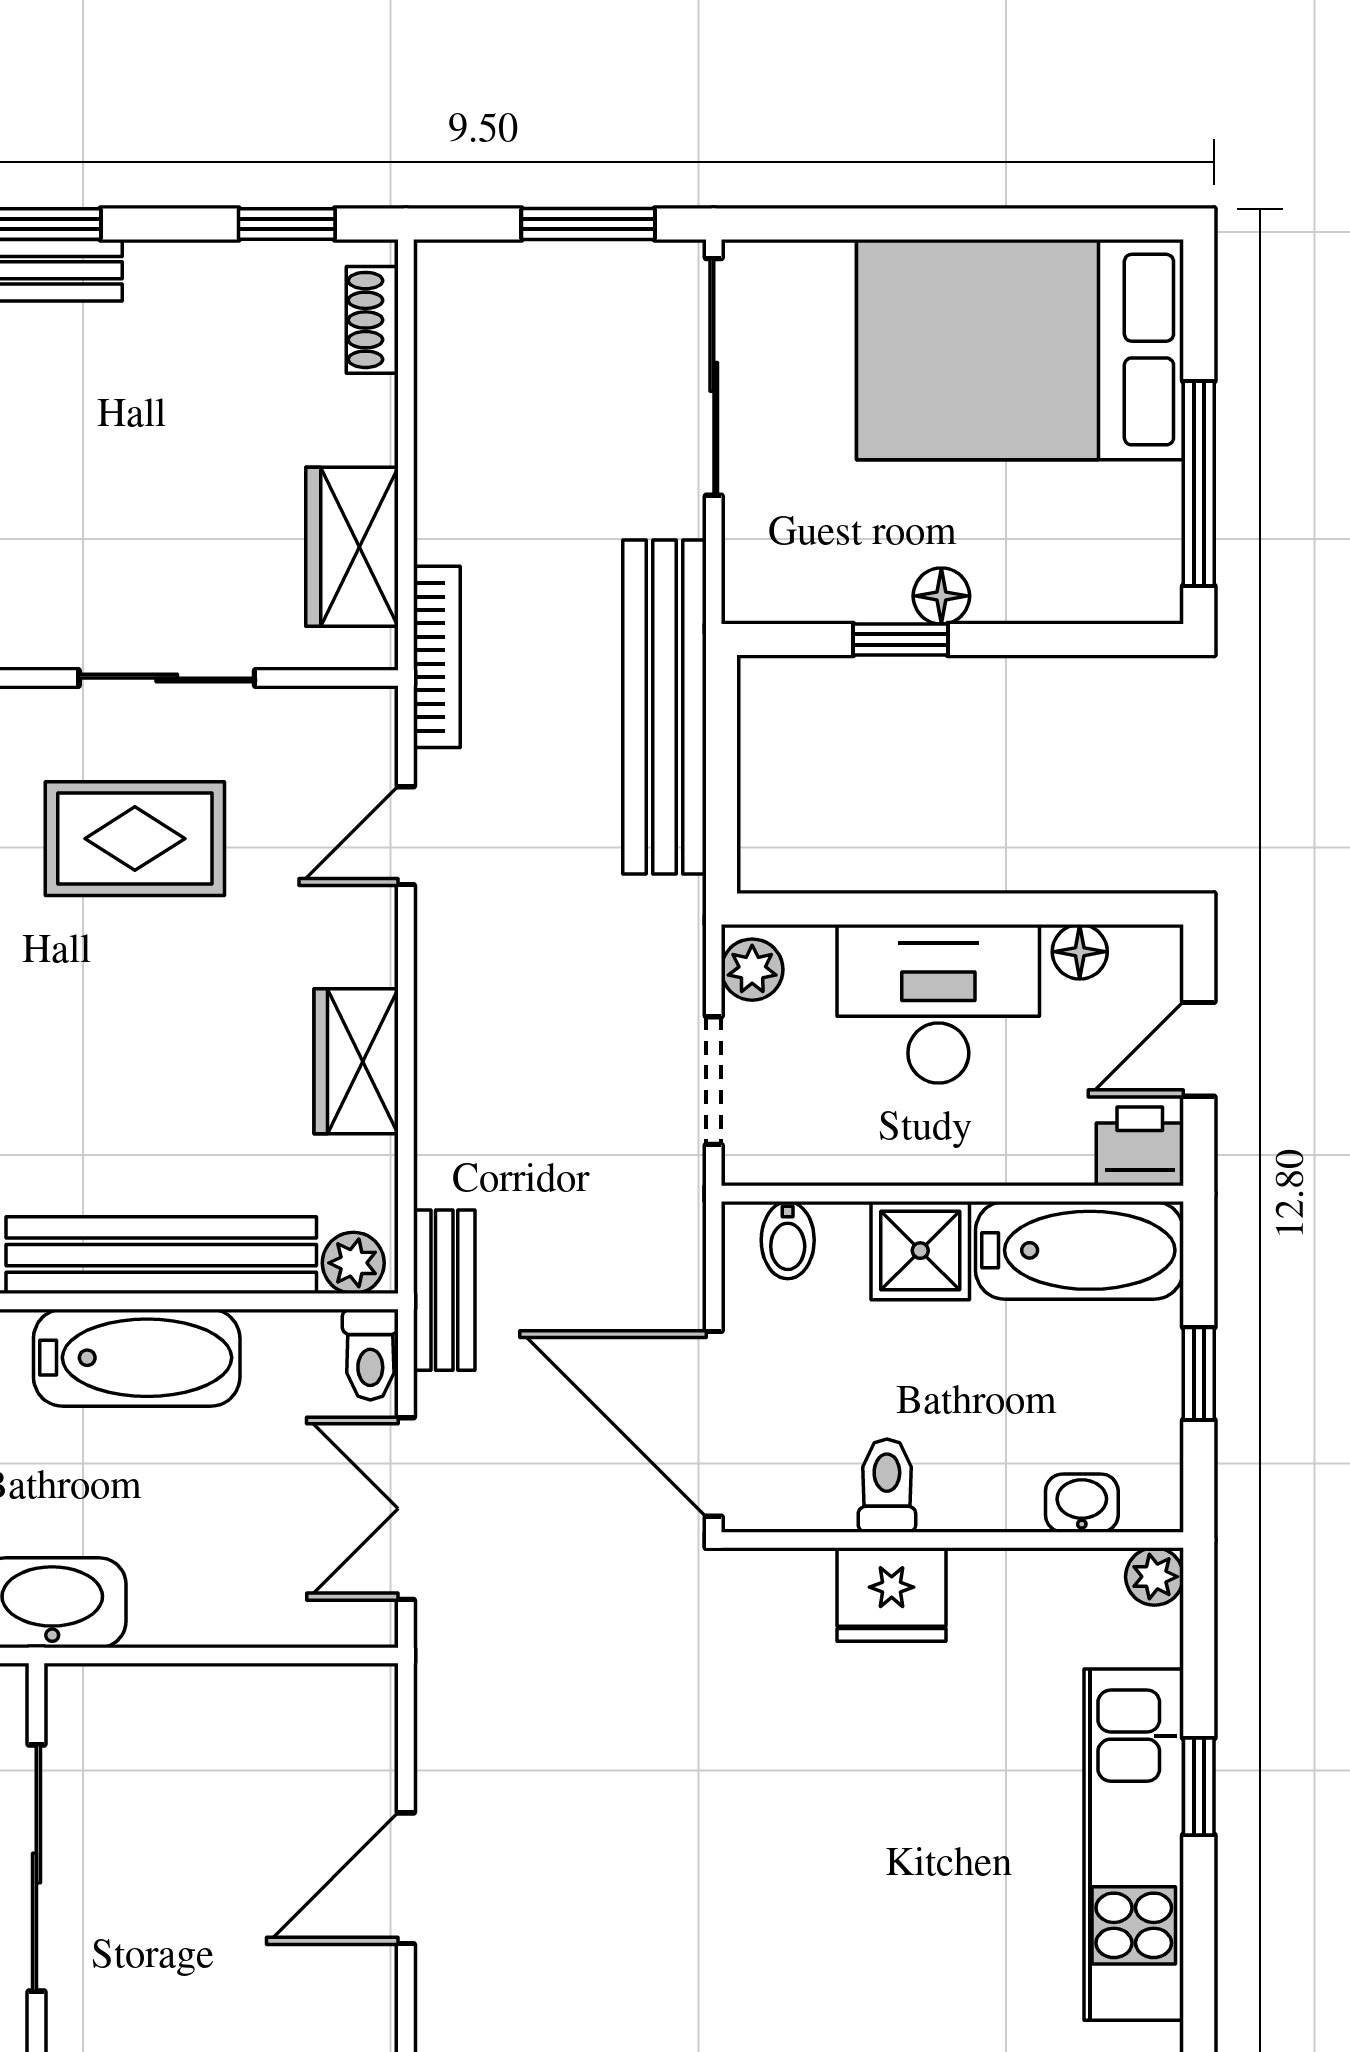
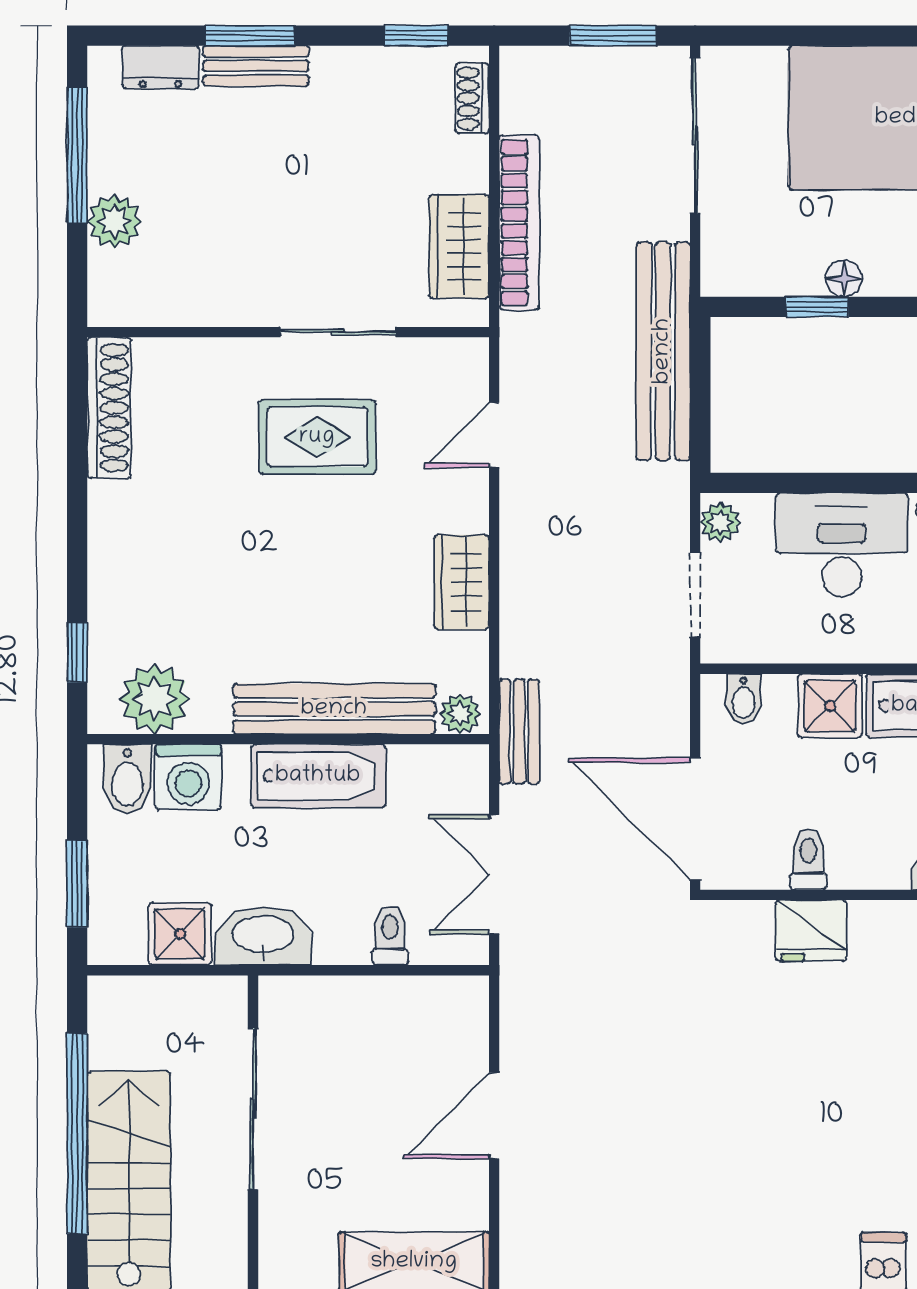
bookcase: (437, 657) -> (519, 223), moved, width x1.48, depth x1.31
toilet: (370, 1355) -> (390, 936), moved, turned 180

